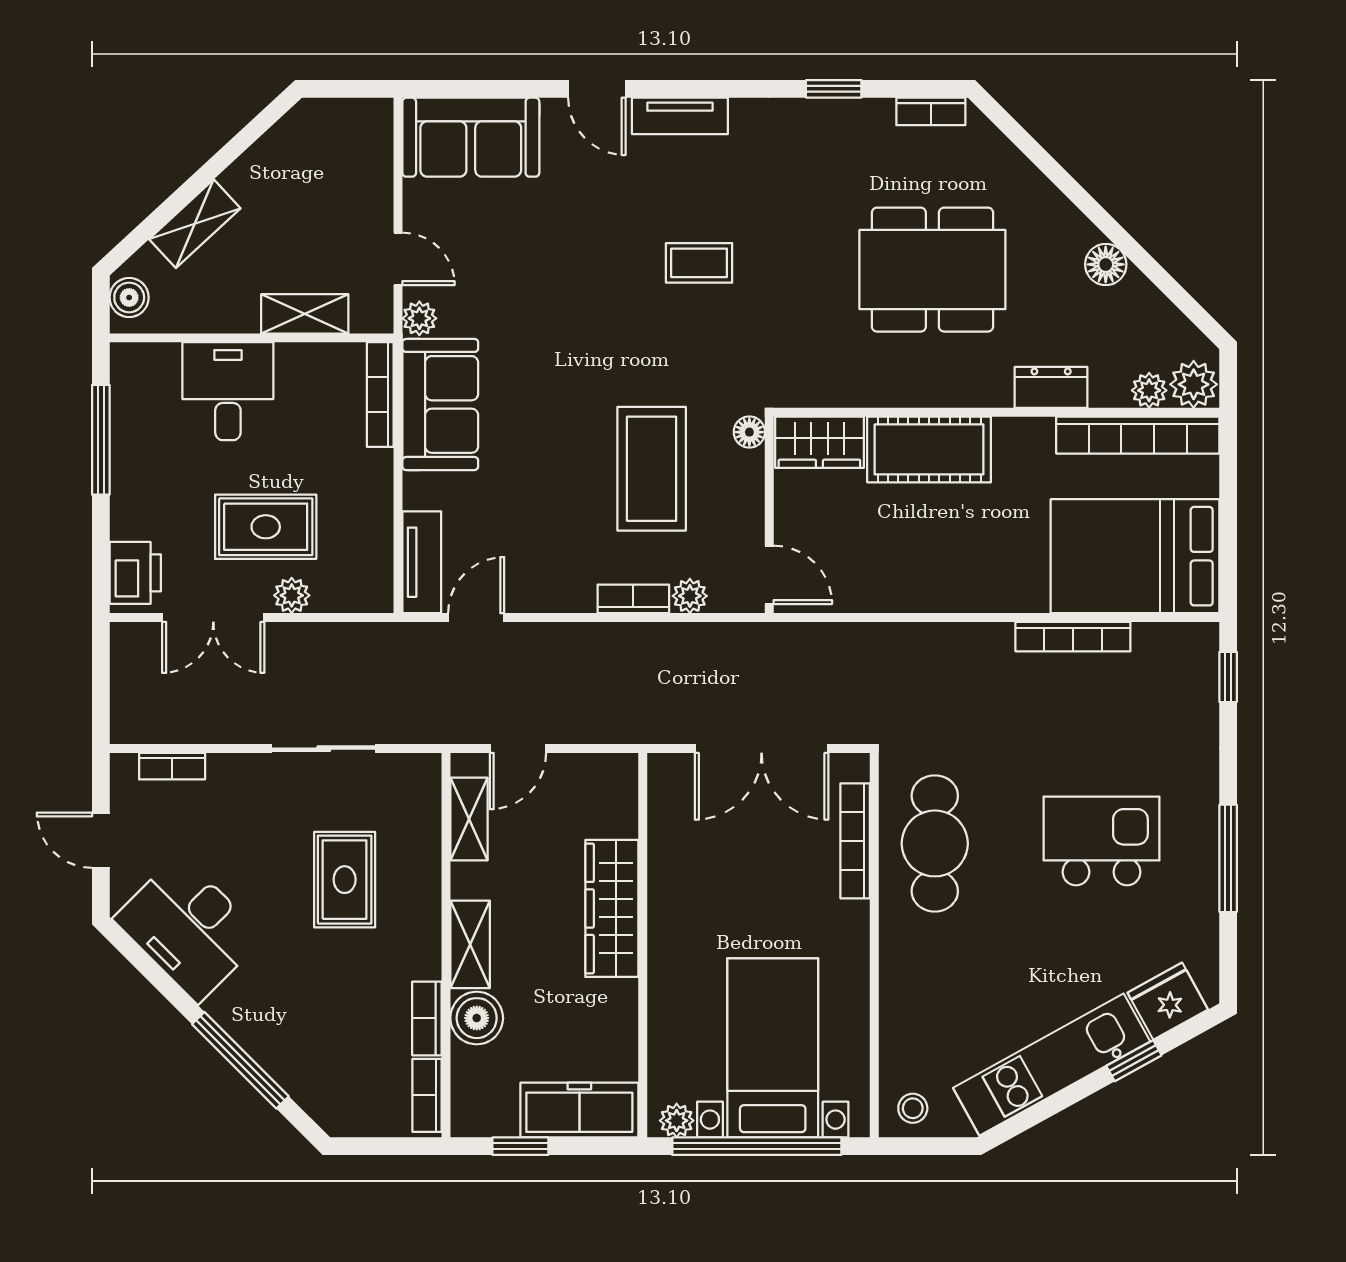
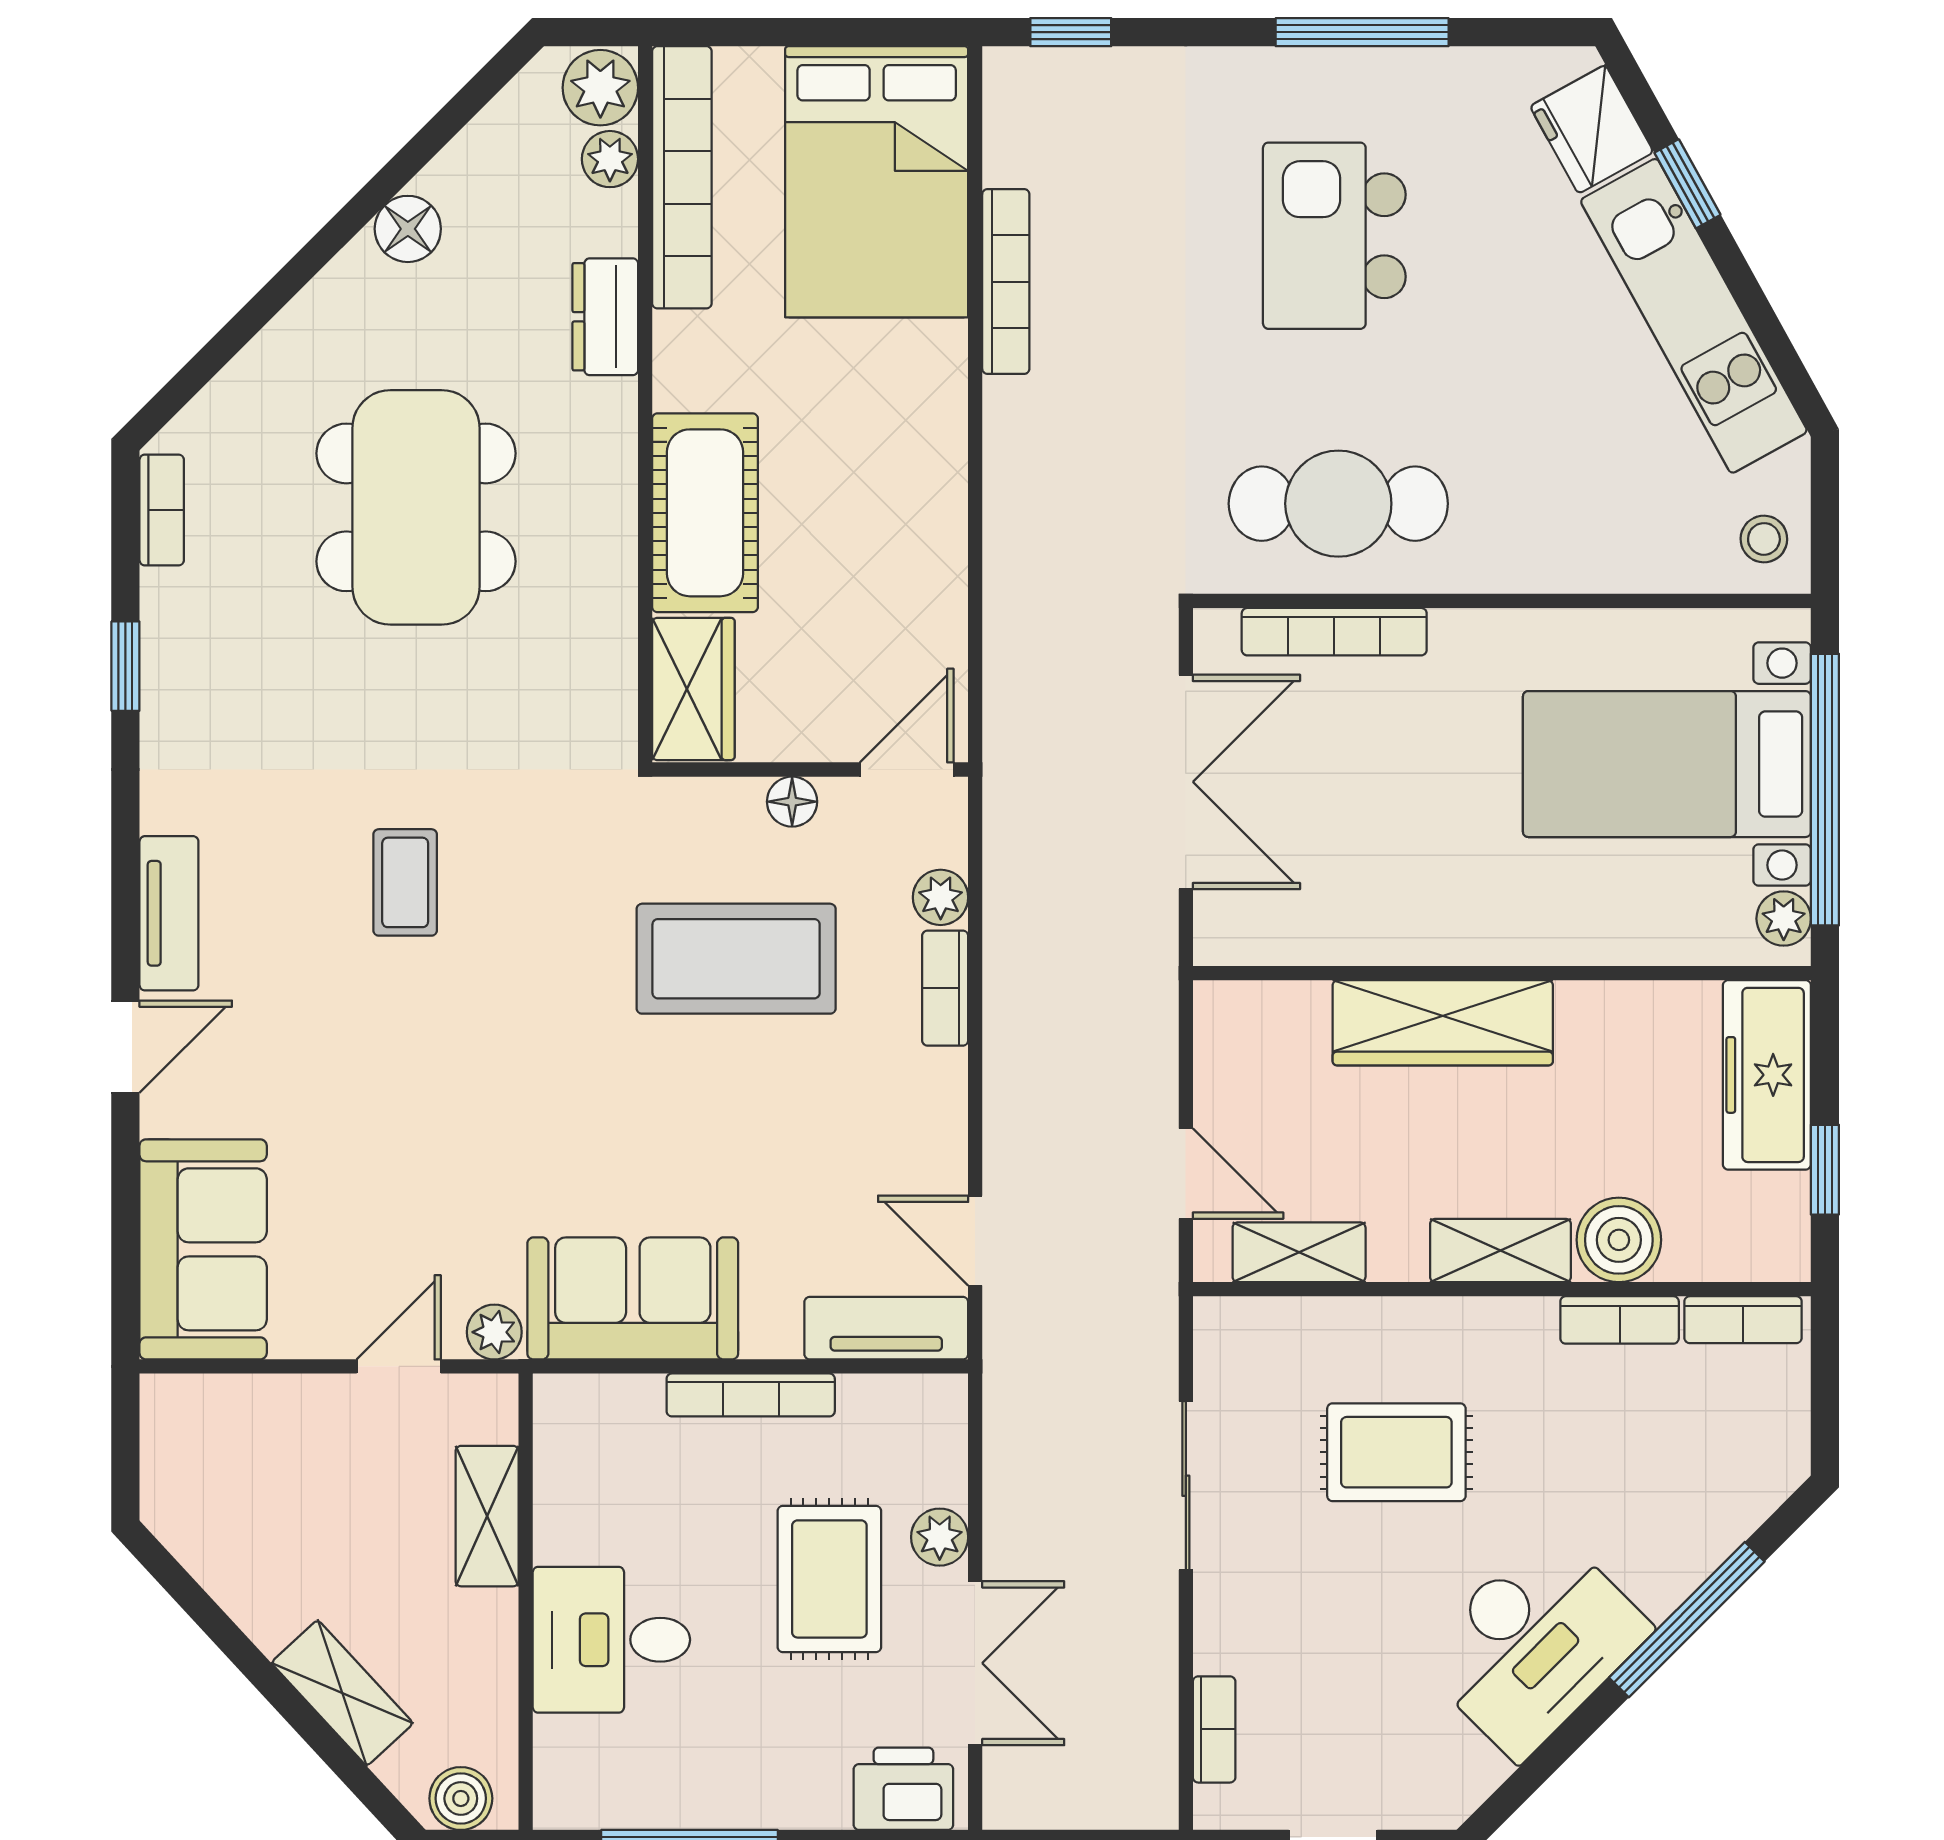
bookcase: (380, 395) -> (751, 1395), moved
floor lamp: (749, 432) -> (792, 802), moved
desk: (189, 928) -> (1534, 1644), moved

